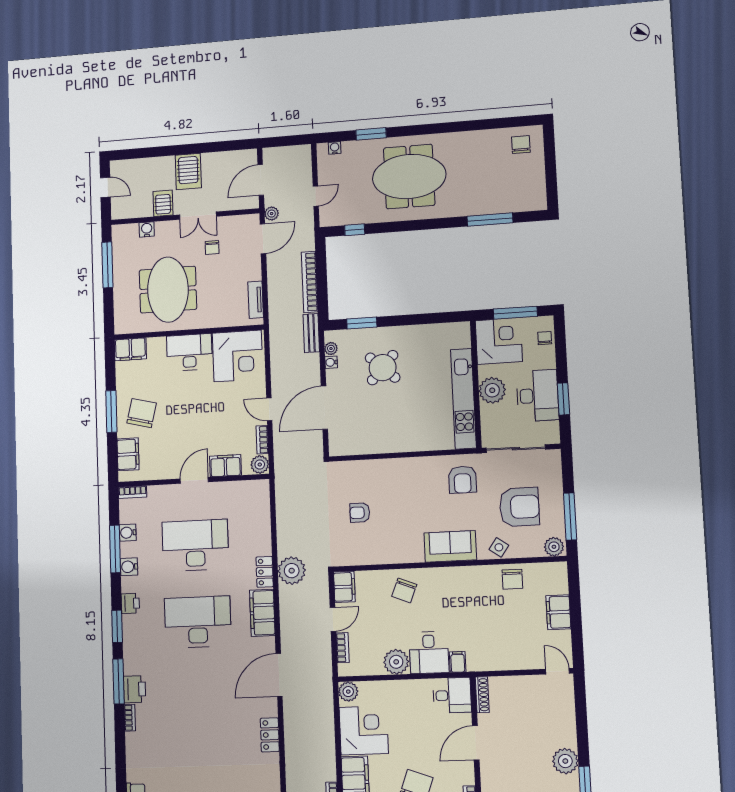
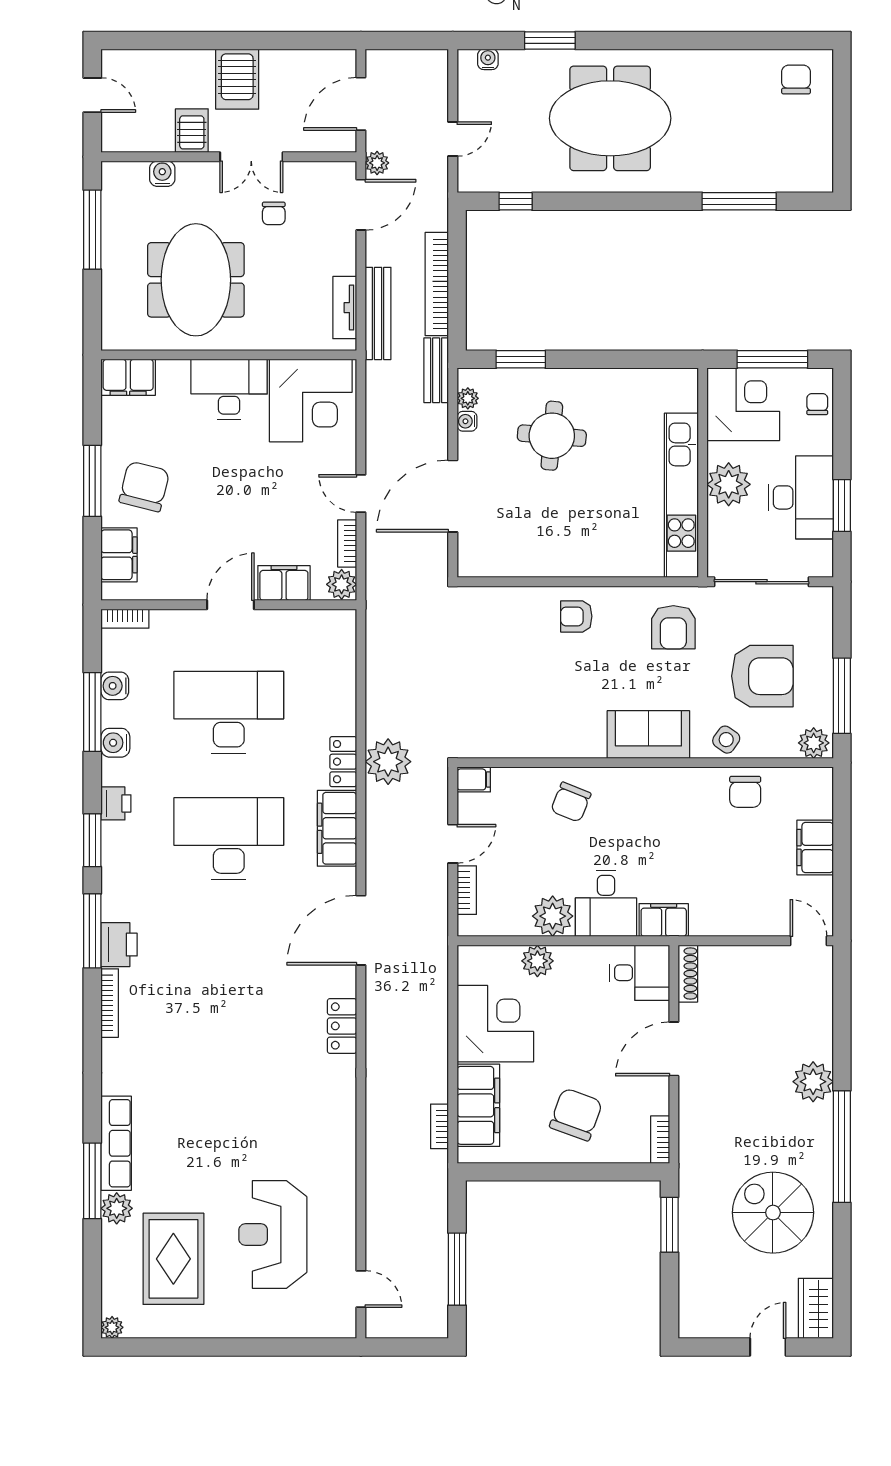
bench: (275, 302) -> (378, 313), added
round table: (383, 368) -> (552, 436), turned -37
armchair: (360, 513) -> (576, 616), moved
filing cabinet: (344, 587) -> (474, 779), width x0.50
filing cabinet: (458, 662) -> (664, 920), width x2.00
plant: (348, 692) -> (537, 961), moved
bookcase: (130, 718) -> (110, 1003), width x1.56

